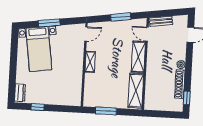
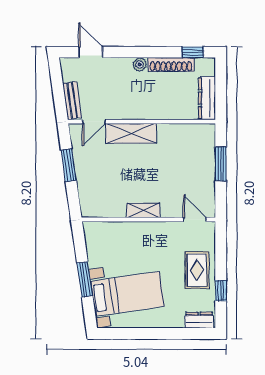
door: (86, 34) -> (195, 220), moved
shelving: (136, 91) -> (185, 134), removed
rug: (51, 93) -> (197, 270), added
dresser: (158, 105) -> (207, 98), added
window: (106, 111) -> (221, 164), moved

